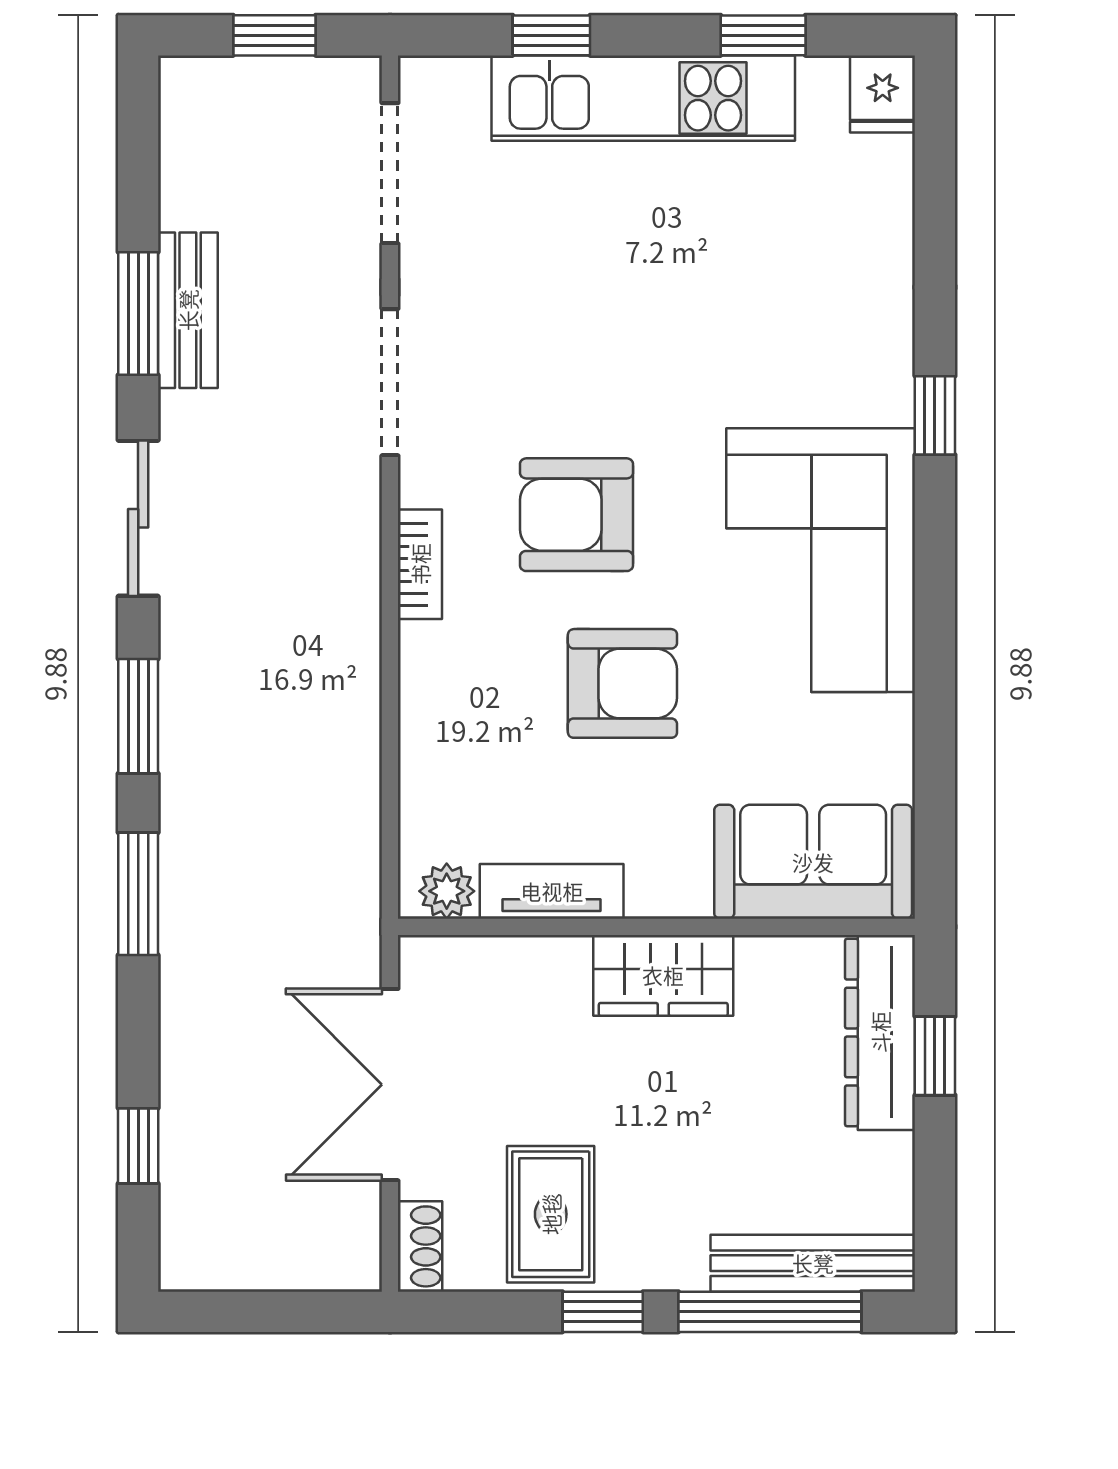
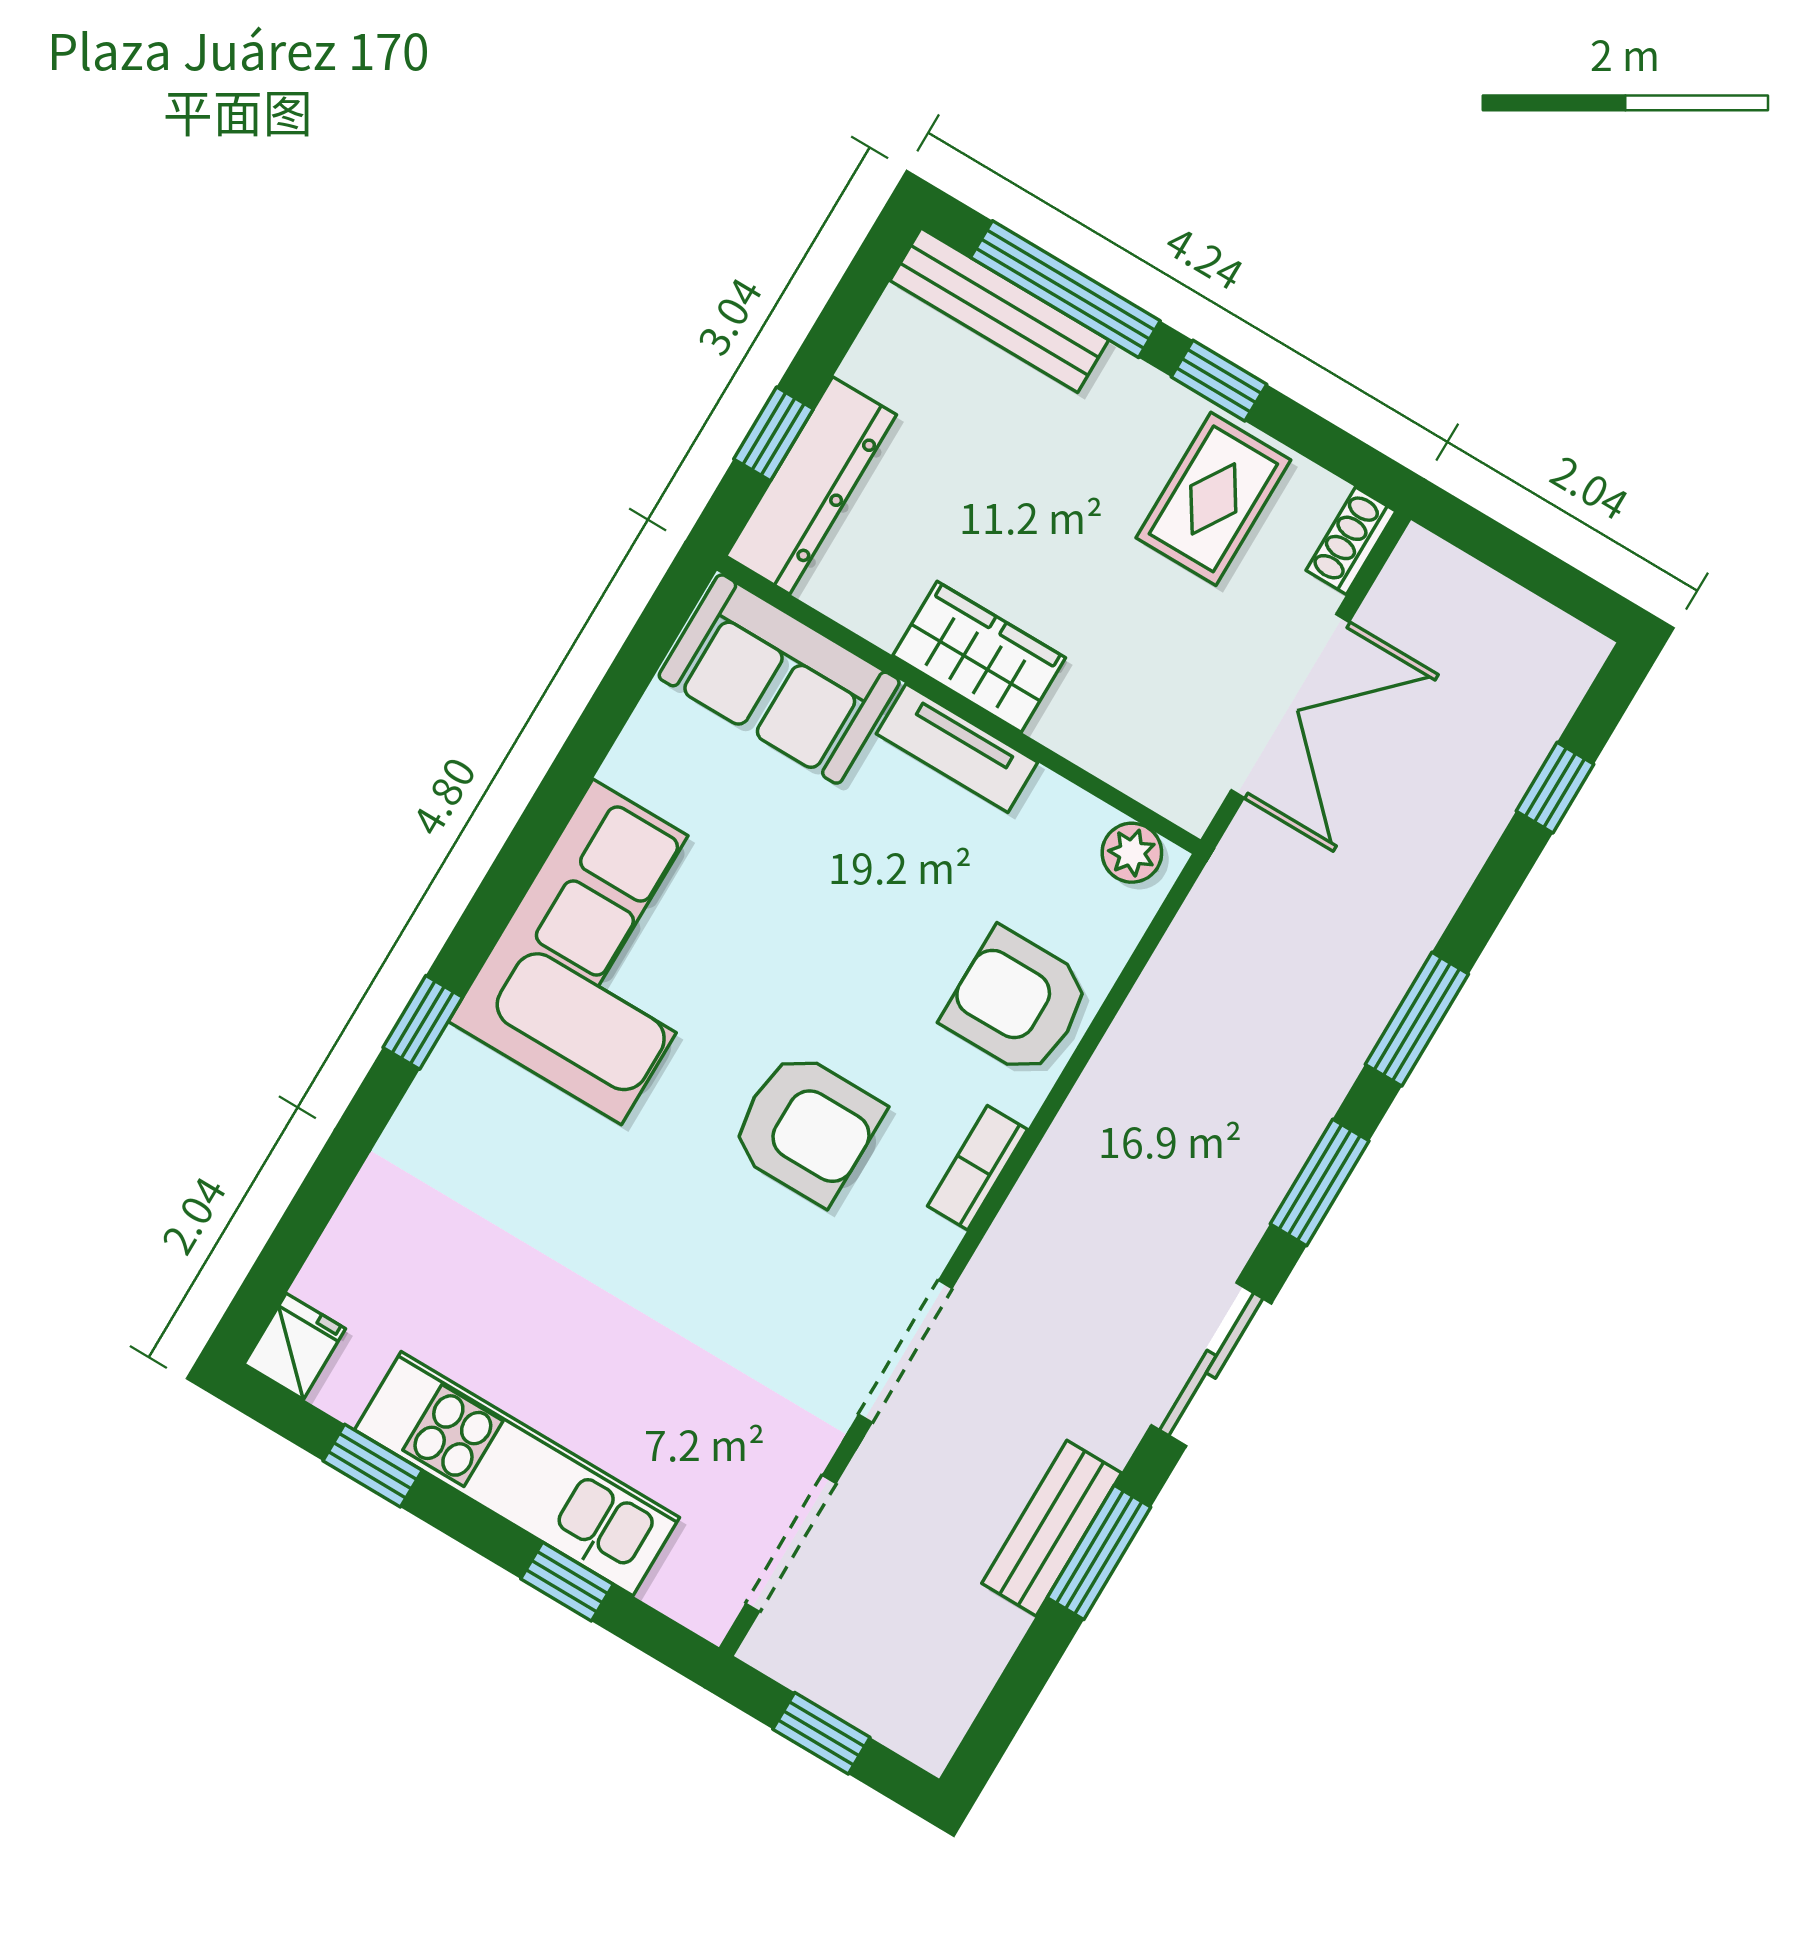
armchair: (622, 683) -> (1017, 1002), moved
tv unit: (552, 891) -> (957, 748), moved

